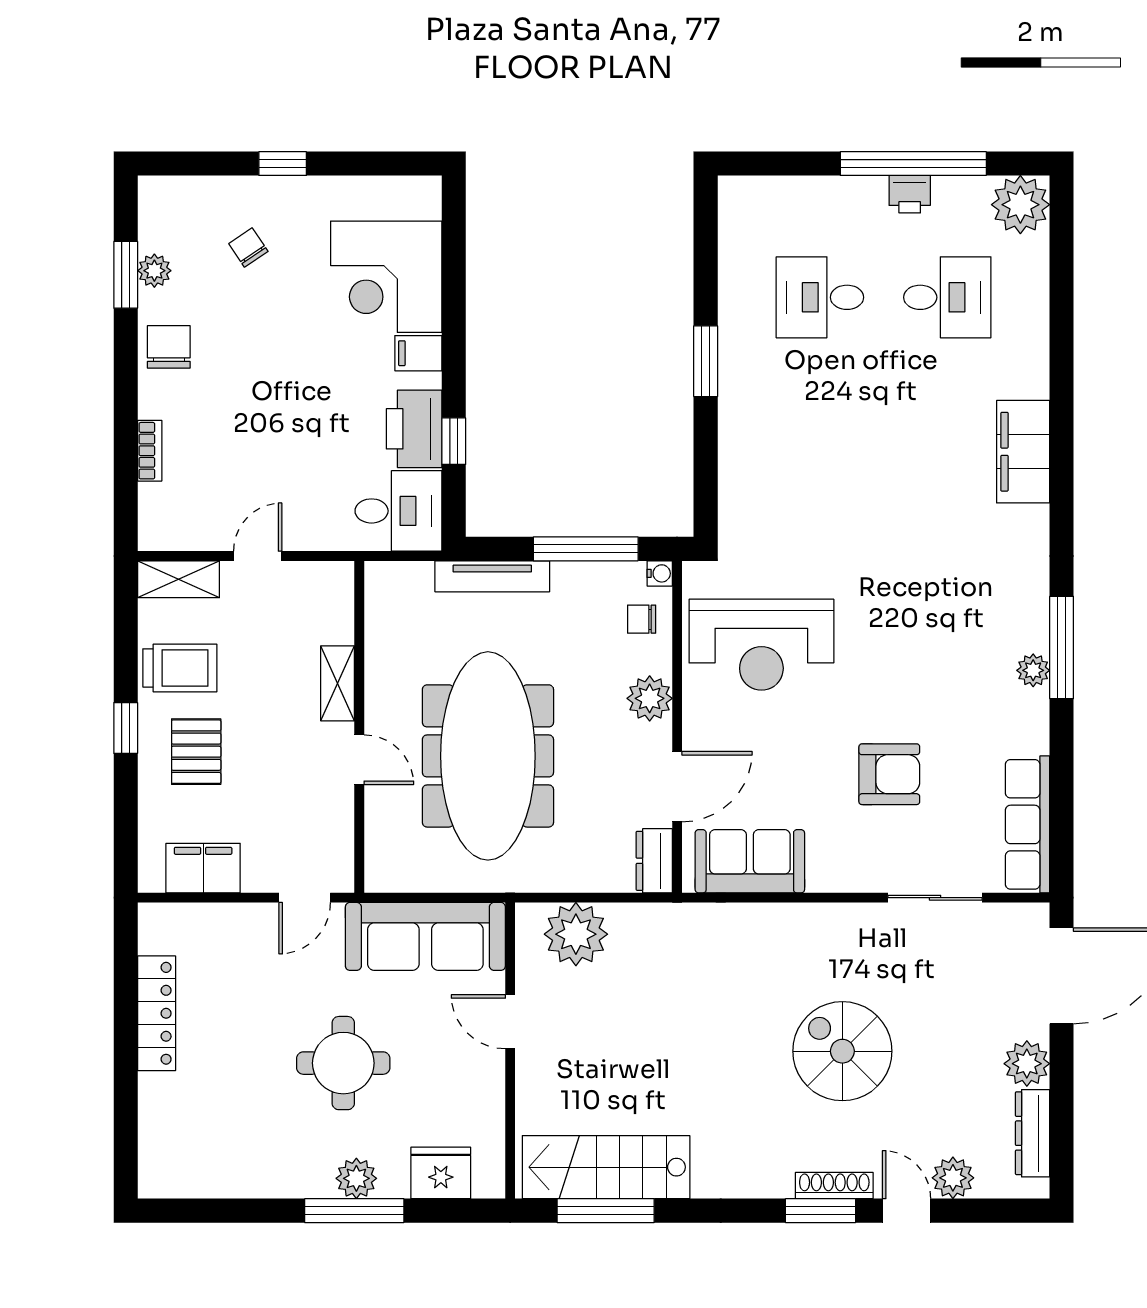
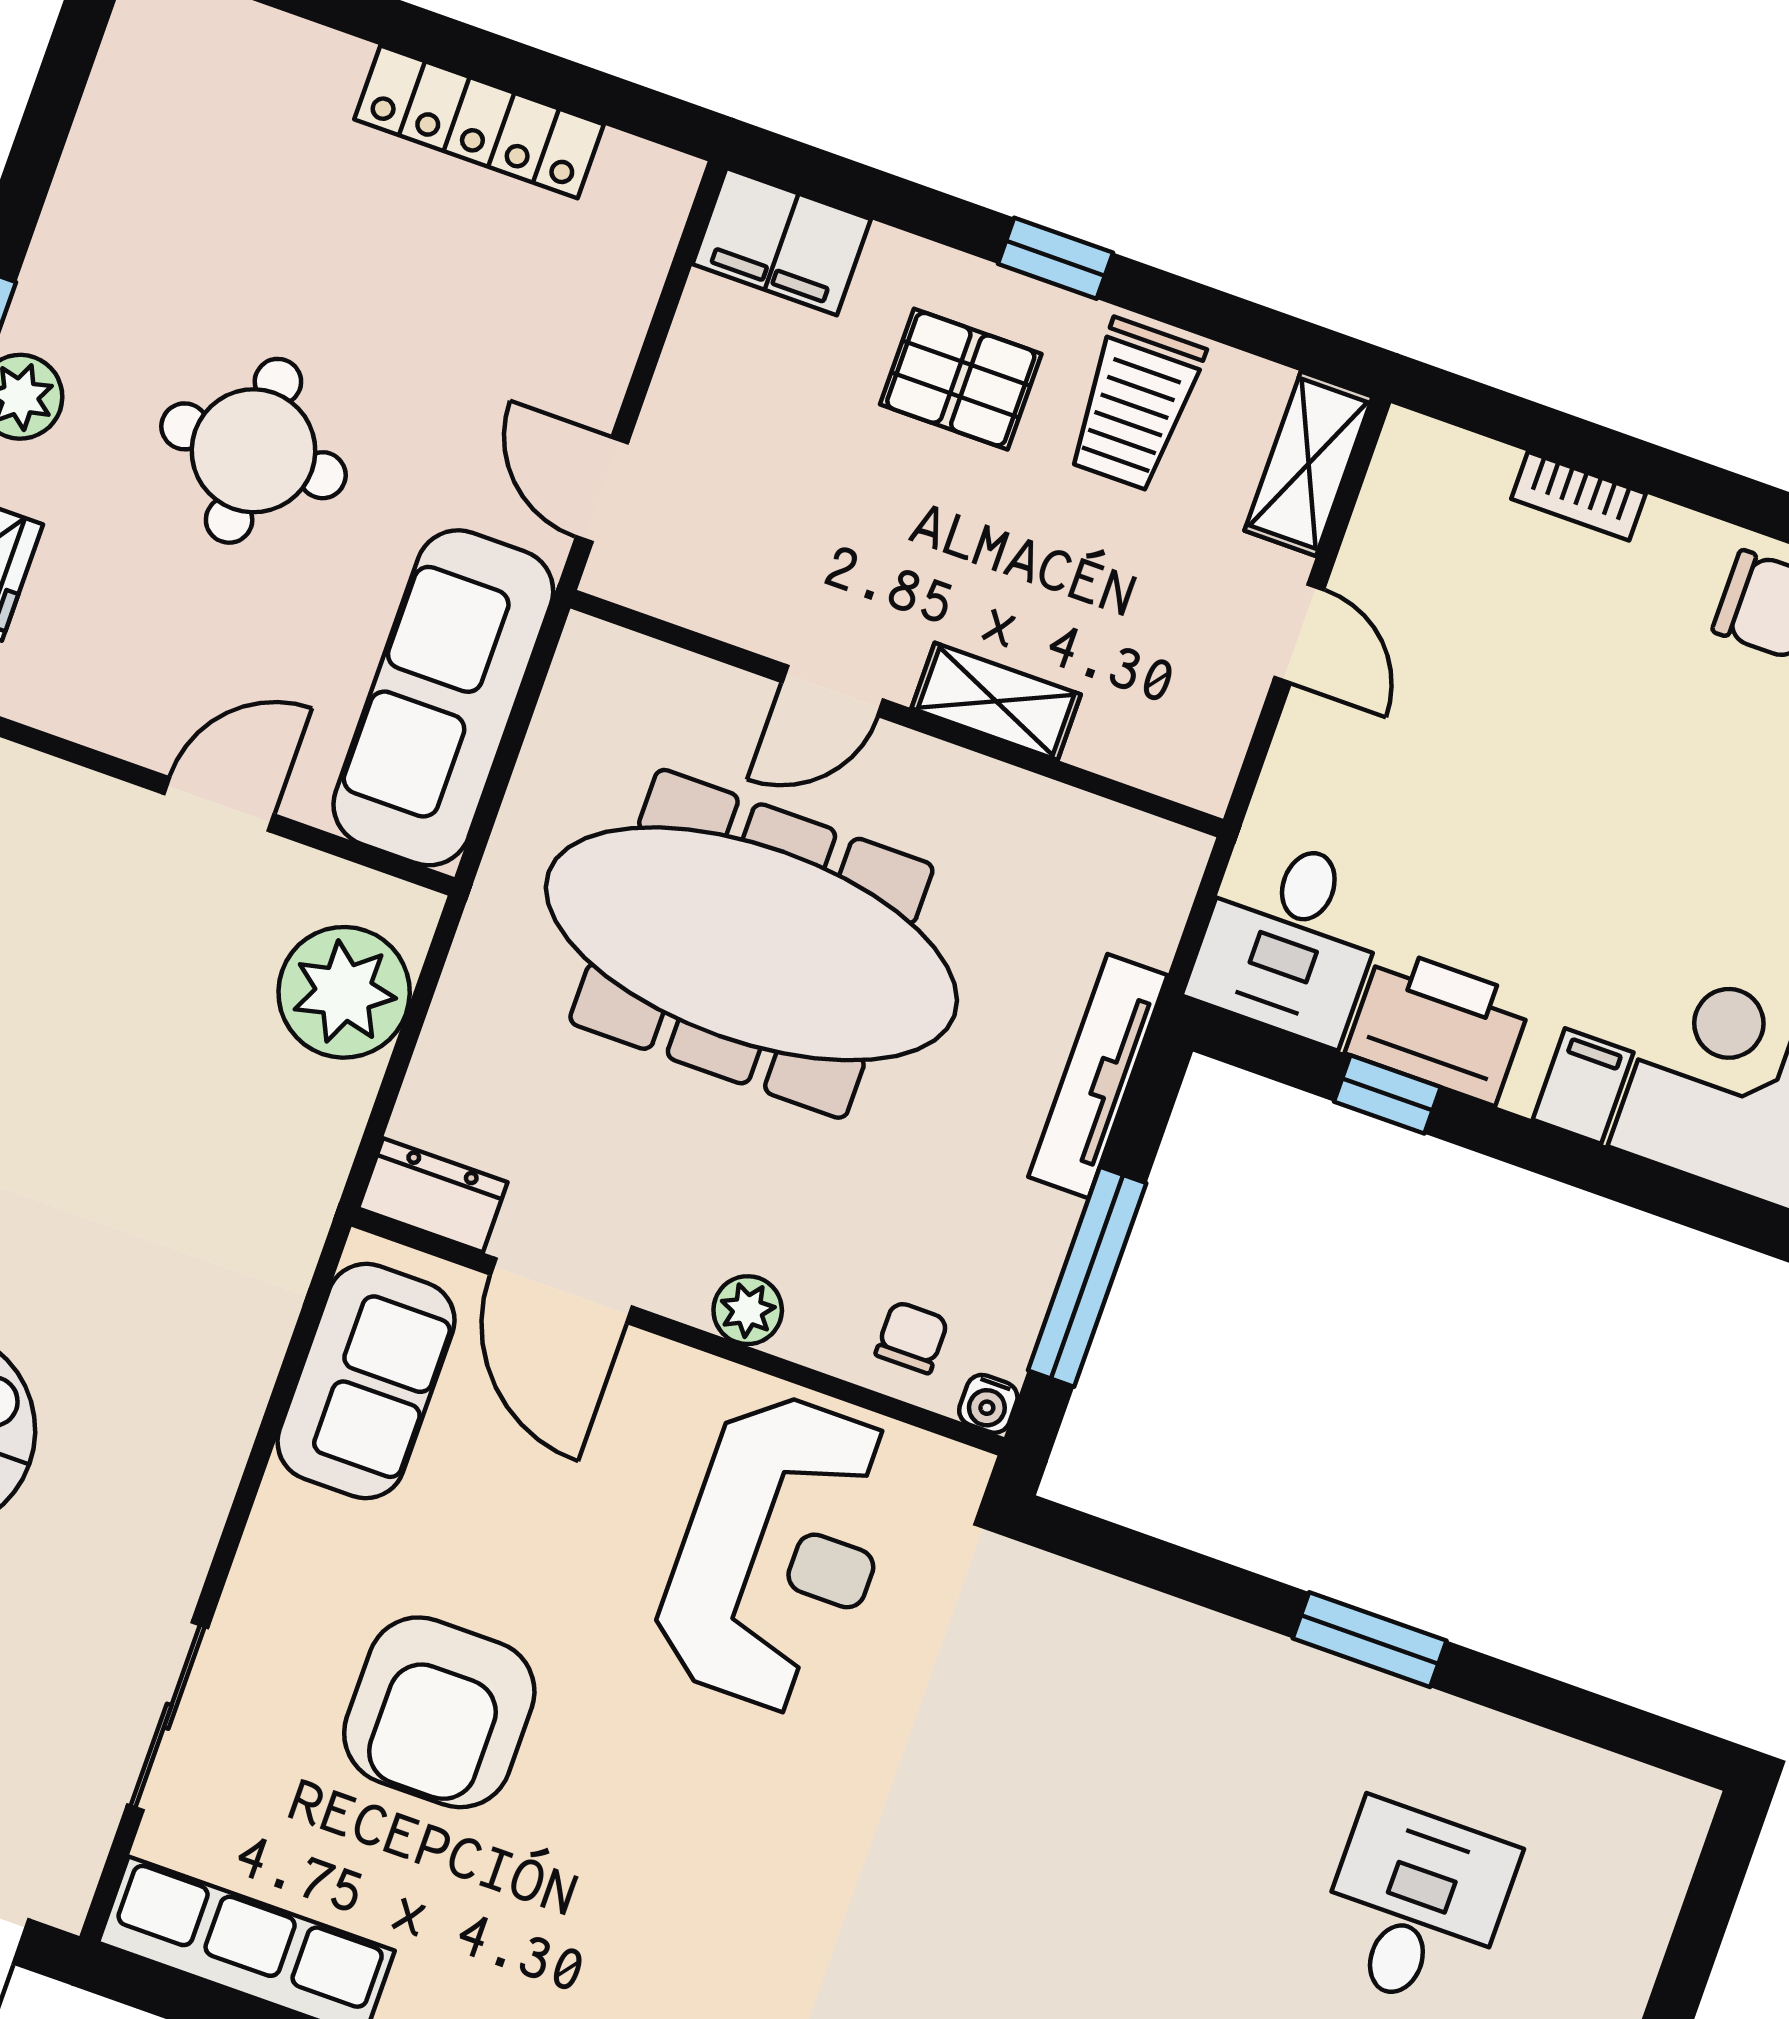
reception desk: (761, 645) -> (779, 1553), turned 180
plant: (650, 698) -> (748, 1310), width x0.73, depth x0.73
armchair: (889, 774) -> (439, 1712), width x1.36, depth x1.36
filing cabinet: (203, 868) -> (782, 242), moved, turned 90

